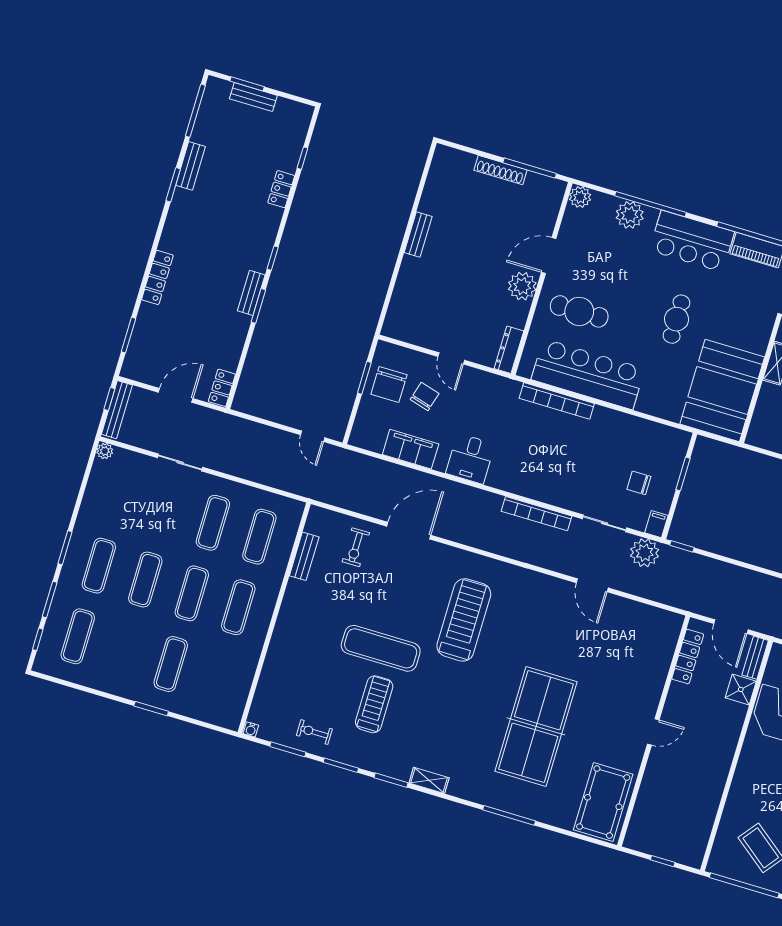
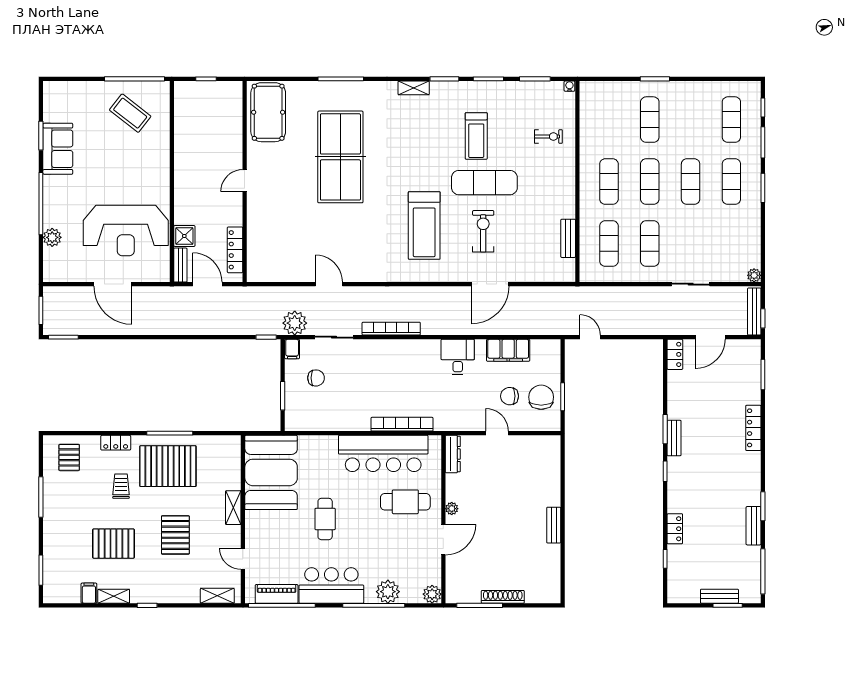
plant: (522, 286) -> (452, 509), width x0.53, depth x0.53
chair: (425, 396) -> (509, 396), turned 74
exercise bike: (356, 547) -> (483, 231), moved, width x1.38, depth x1.39
exercise bike: (314, 732) -> (548, 137), moved

